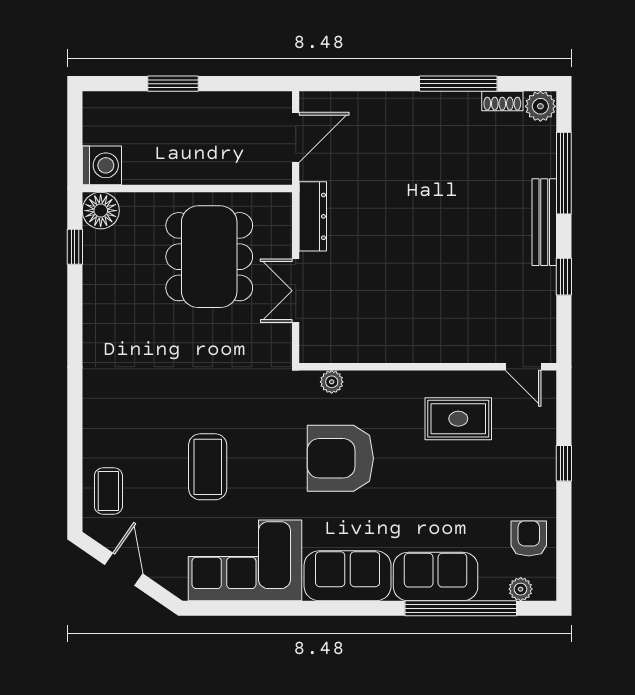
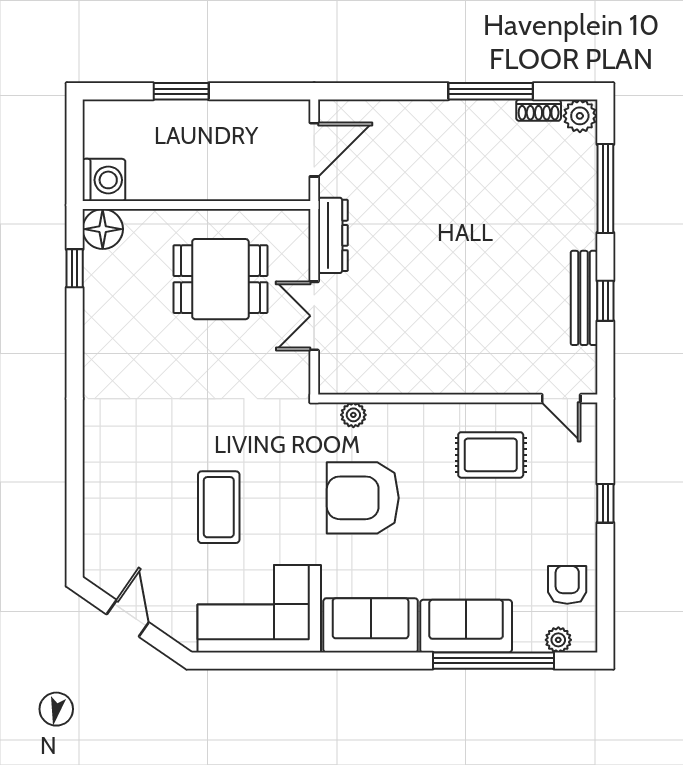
bench: (544, 222) -> (584, 298), moved
dining table: (209, 257) -> (220, 279), width x0.73
coffee table: (108, 491) -> (111, 533), removed

